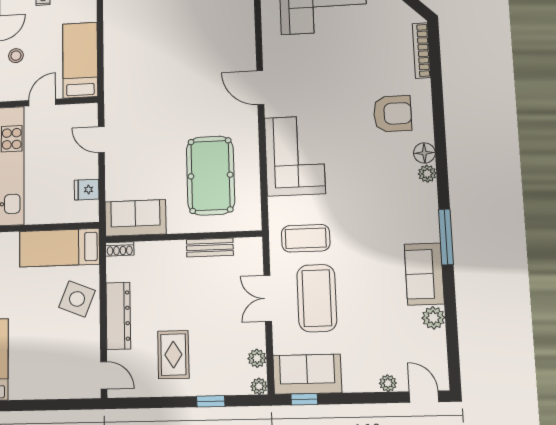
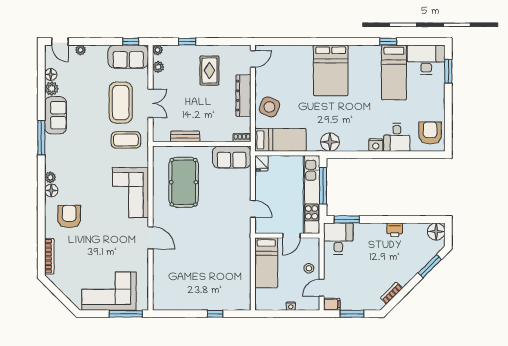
armchair: (392, 114) -> (69, 216), turned 90
fridge: (87, 190) -> (261, 163), moved, turned 90
floor lamp: (436, 341) -> (51, 74), added
door: (104, 375) -> (253, 59), swing flipped

